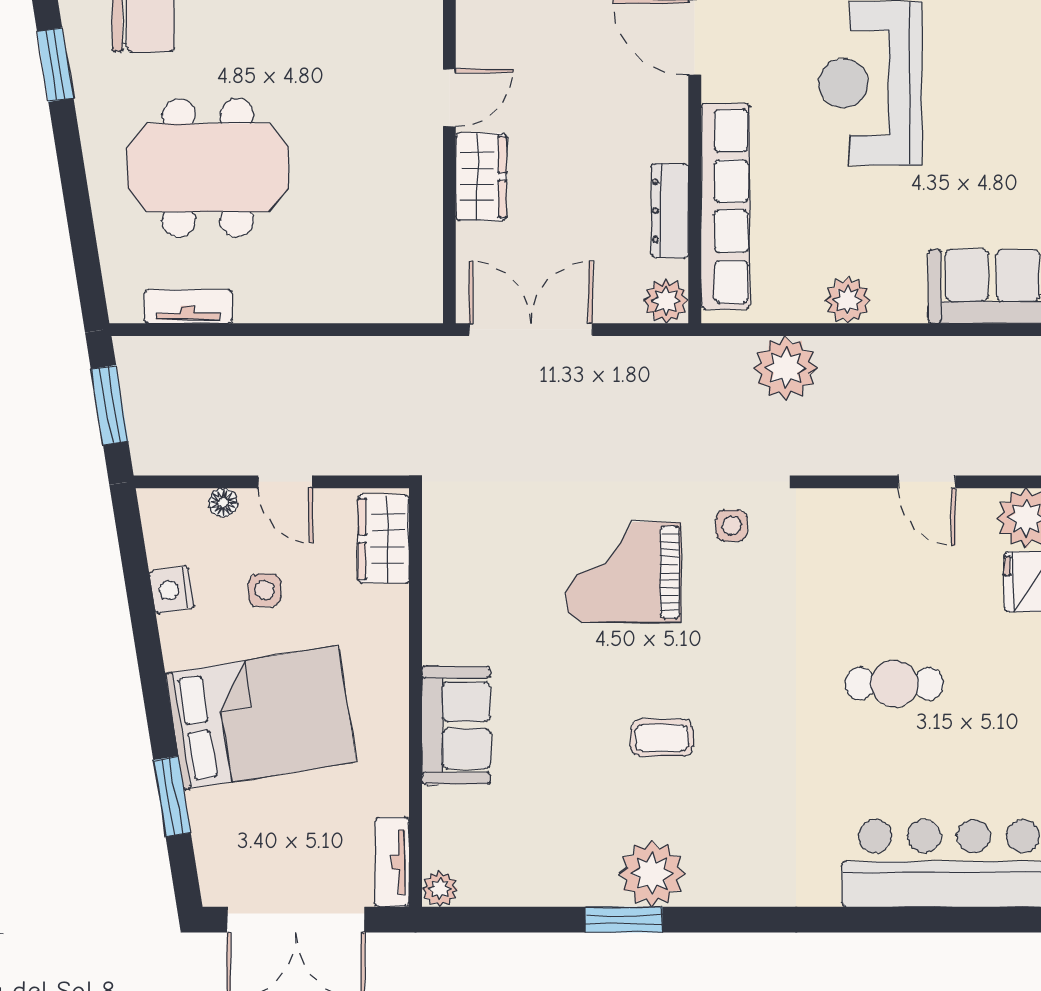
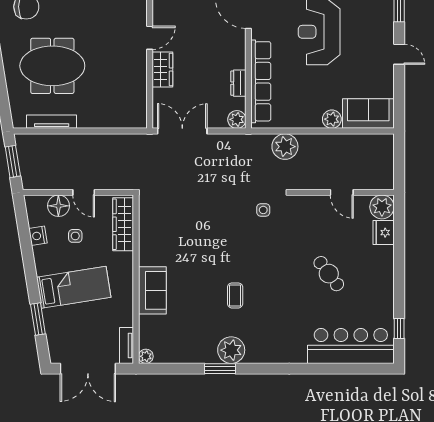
dresser: (670, 211) -> (238, 83), width x0.70
plant: (848, 300) -> (332, 119), moved
tv unit: (188, 306) -> (52, 122), width x1.41
floor lamp: (223, 503) -> (58, 206), width x1.89, depth x1.89
wardrobe: (384, 539) -> (123, 224), width x1.50
grand piano: (623, 572) -> (220, 229), removed
cafe table: (894, 684) -> (329, 274), turned 53
bed: (261, 718) -> (74, 287), width x0.67
coffee table: (662, 738) -> (235, 295), turned 90

